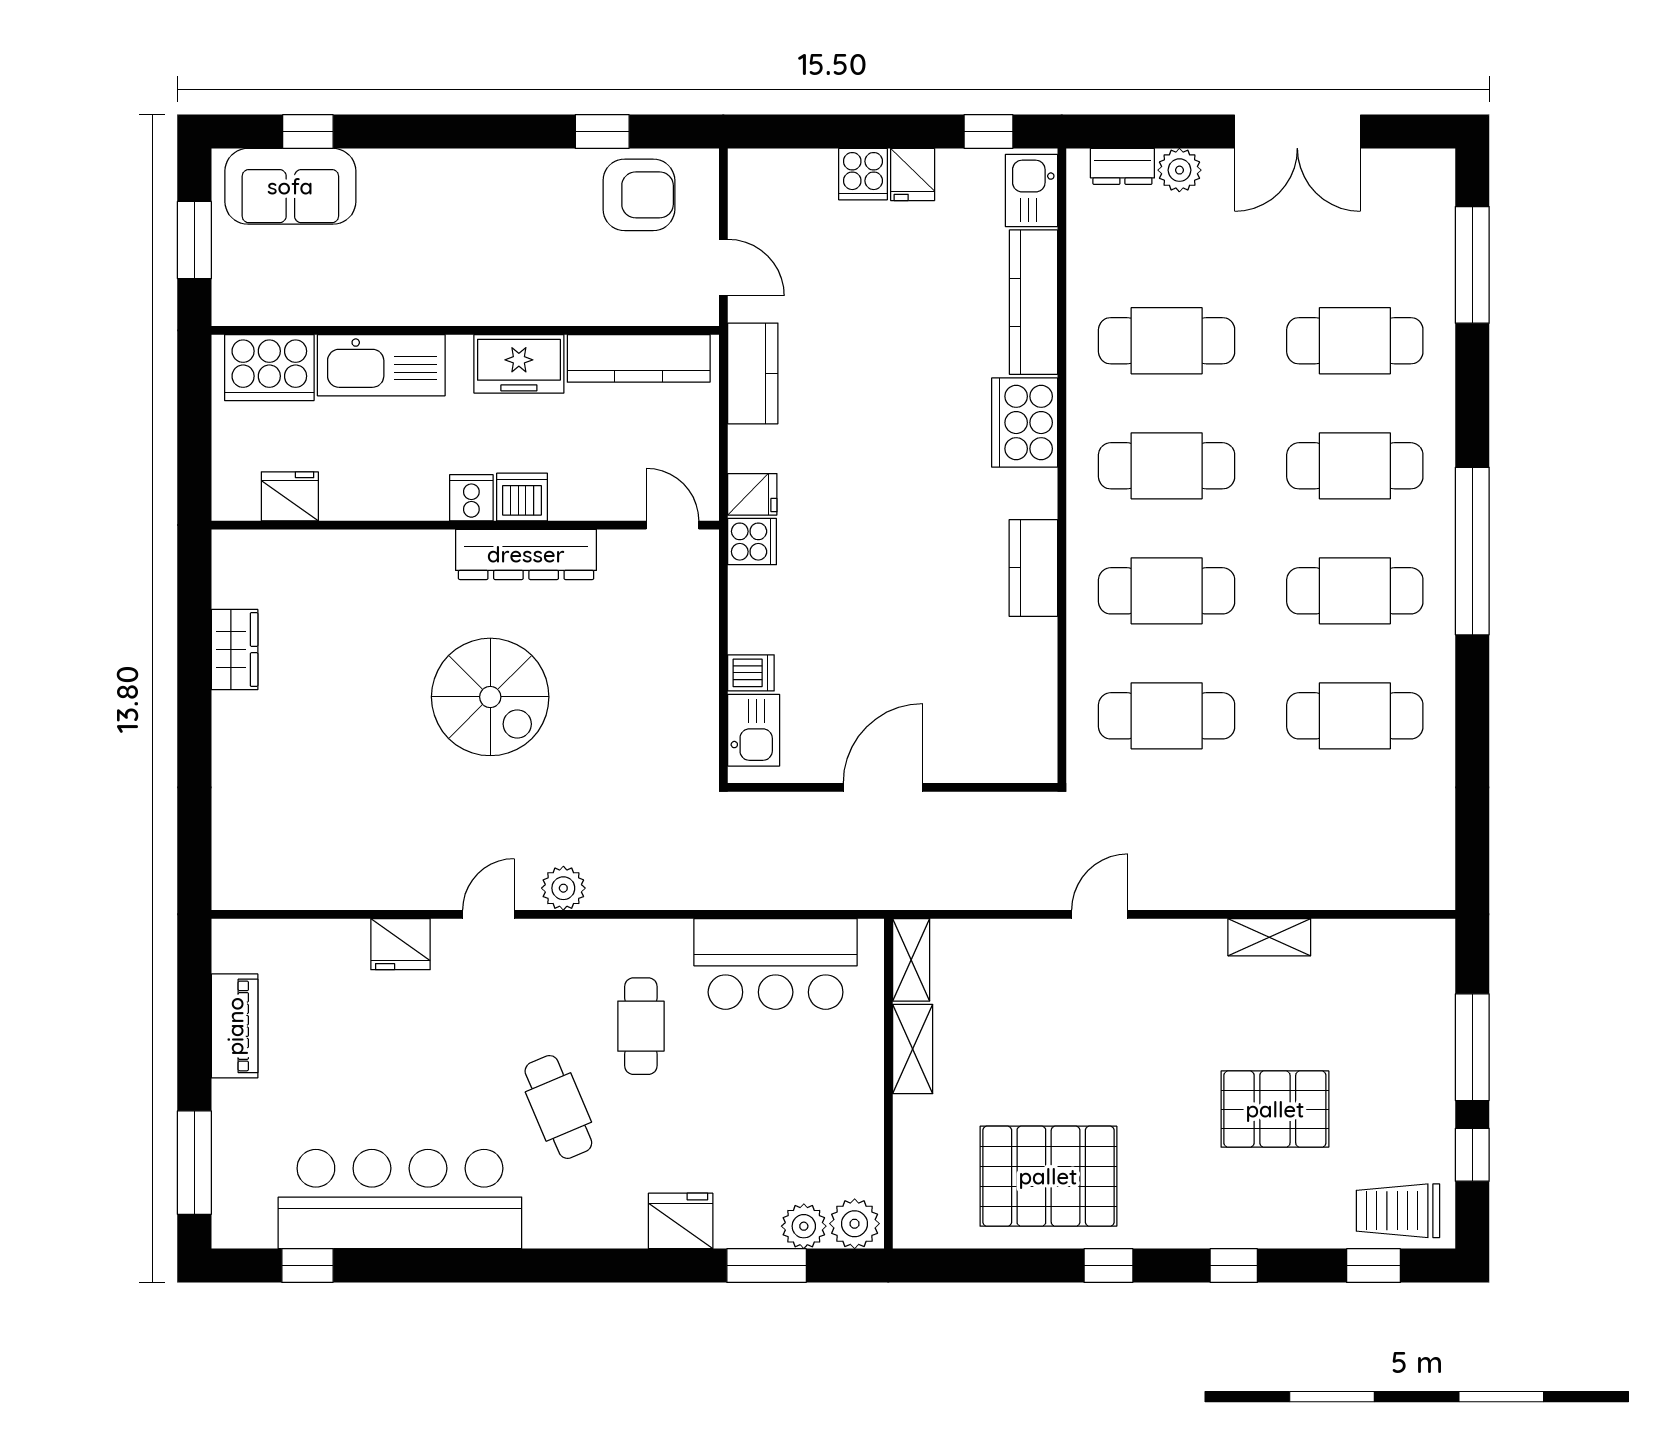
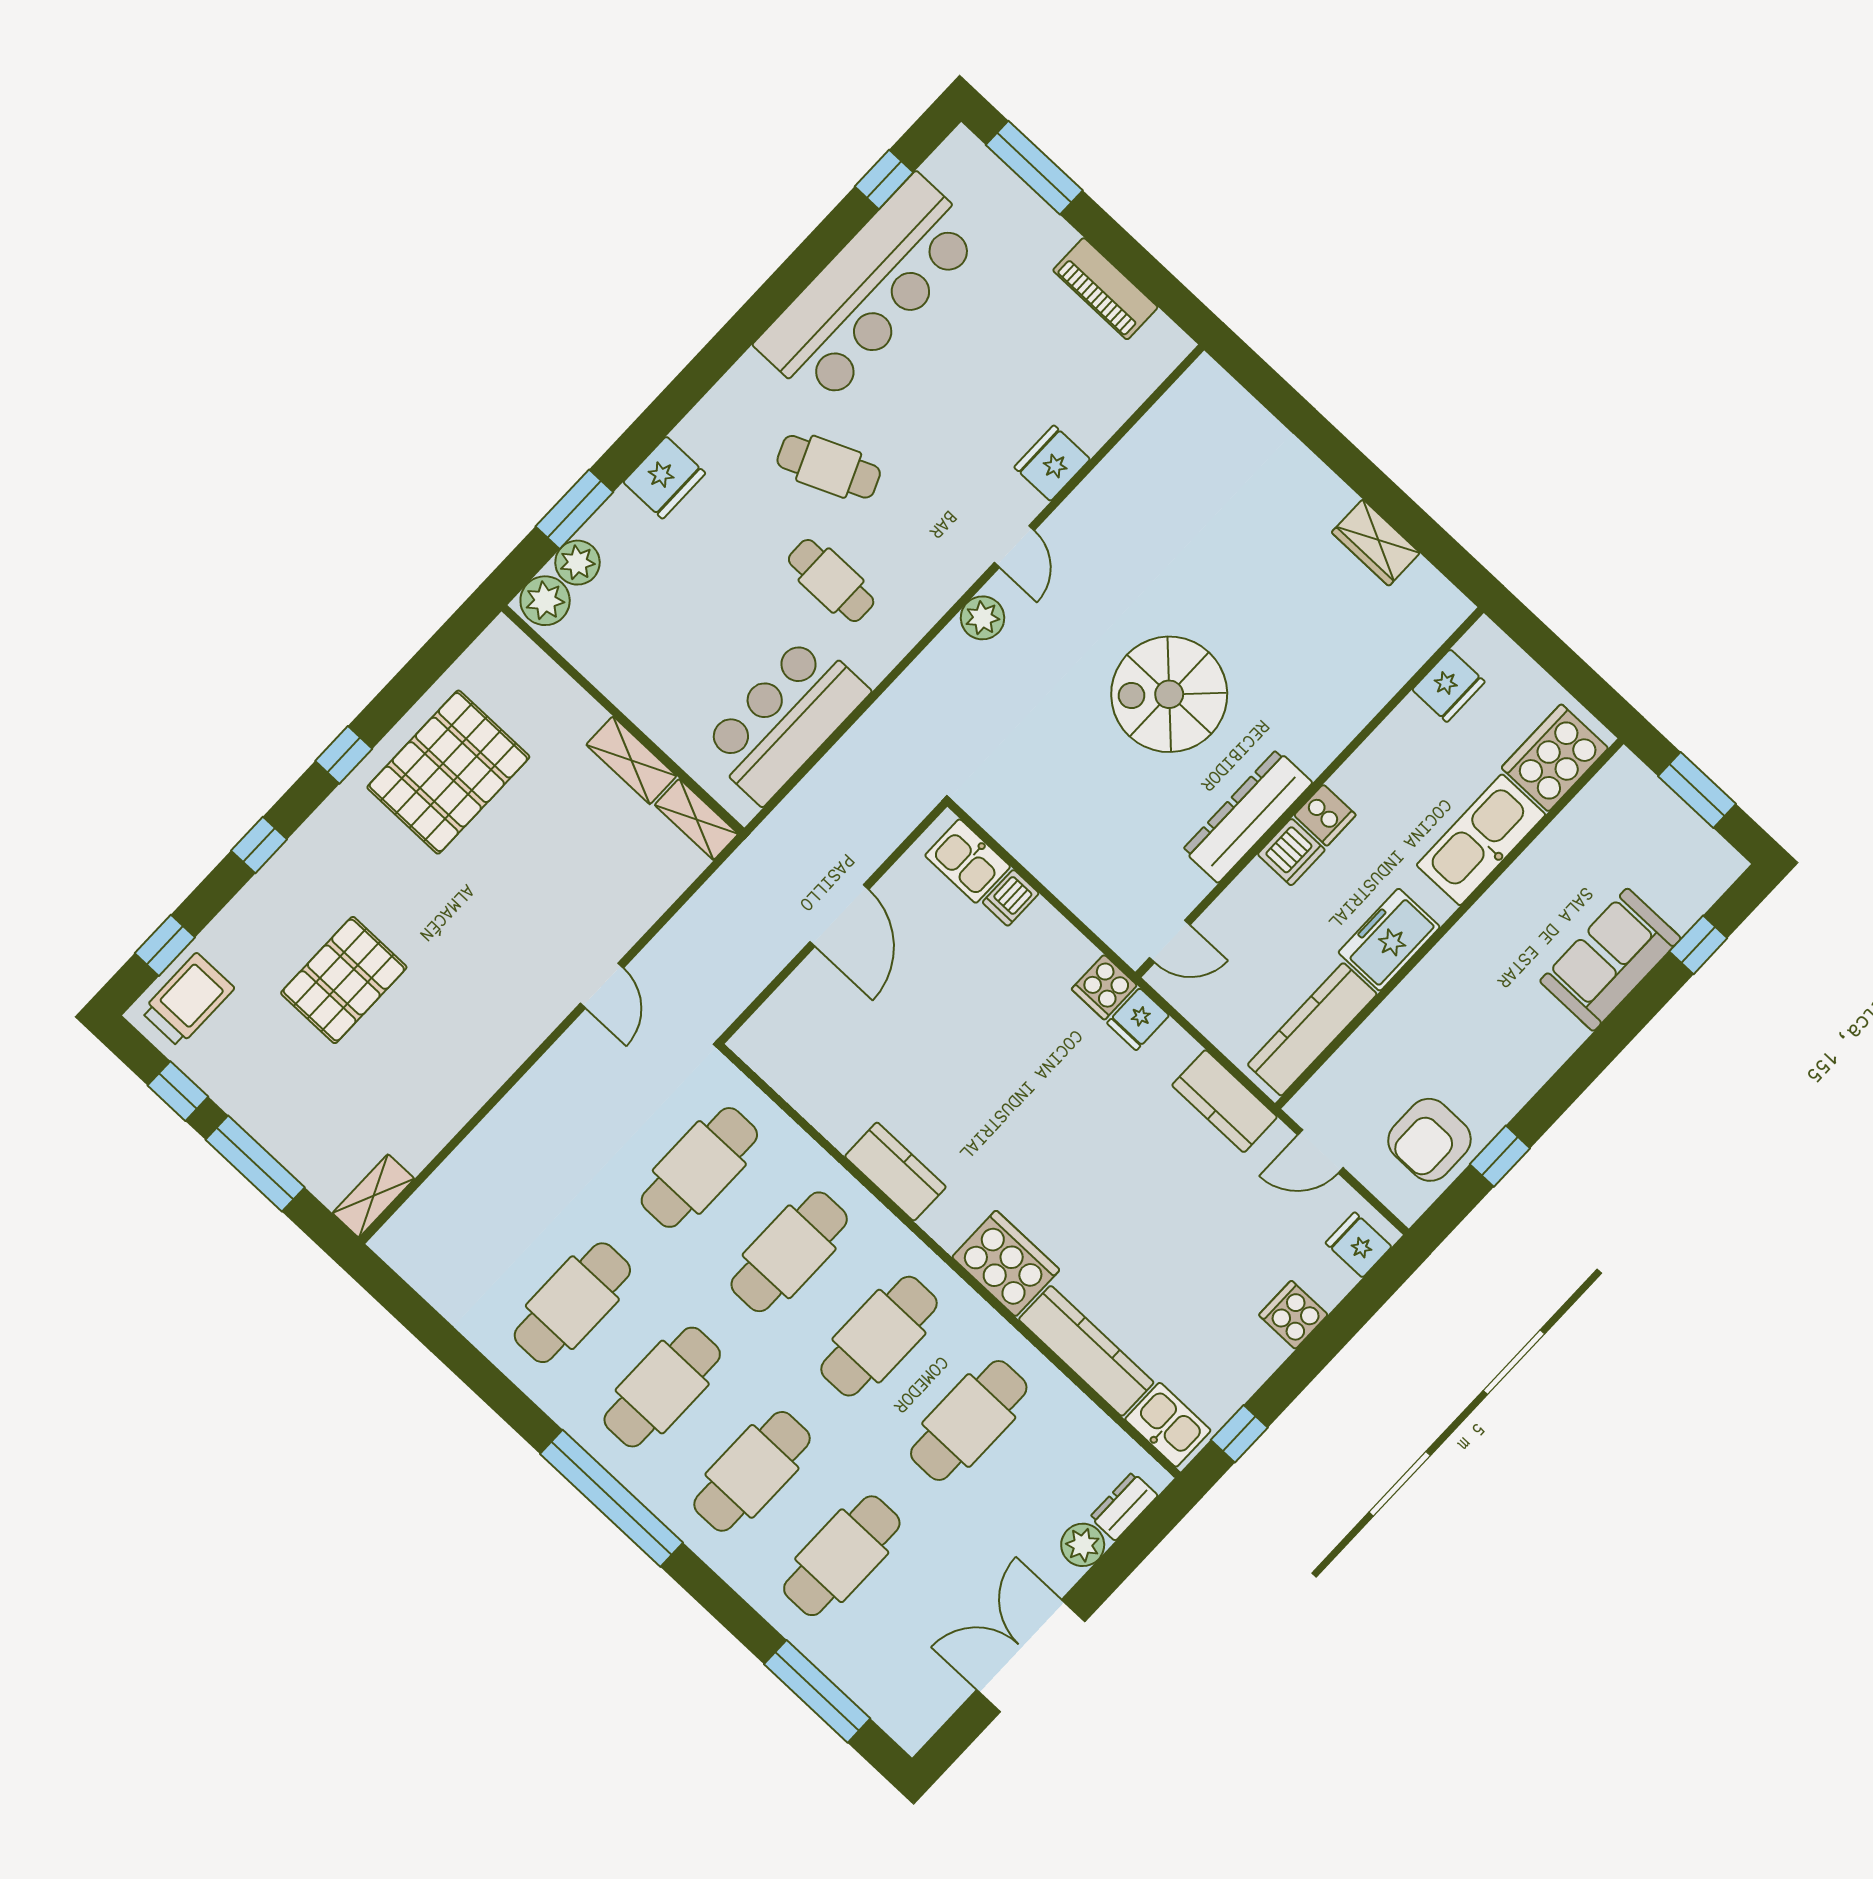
fridge: (913, 175) -> (1358, 1245), moved
sofa: (290, 186) -> (1610, 960), moved
shelving: (1269, 937) -> (373, 1196), moved

